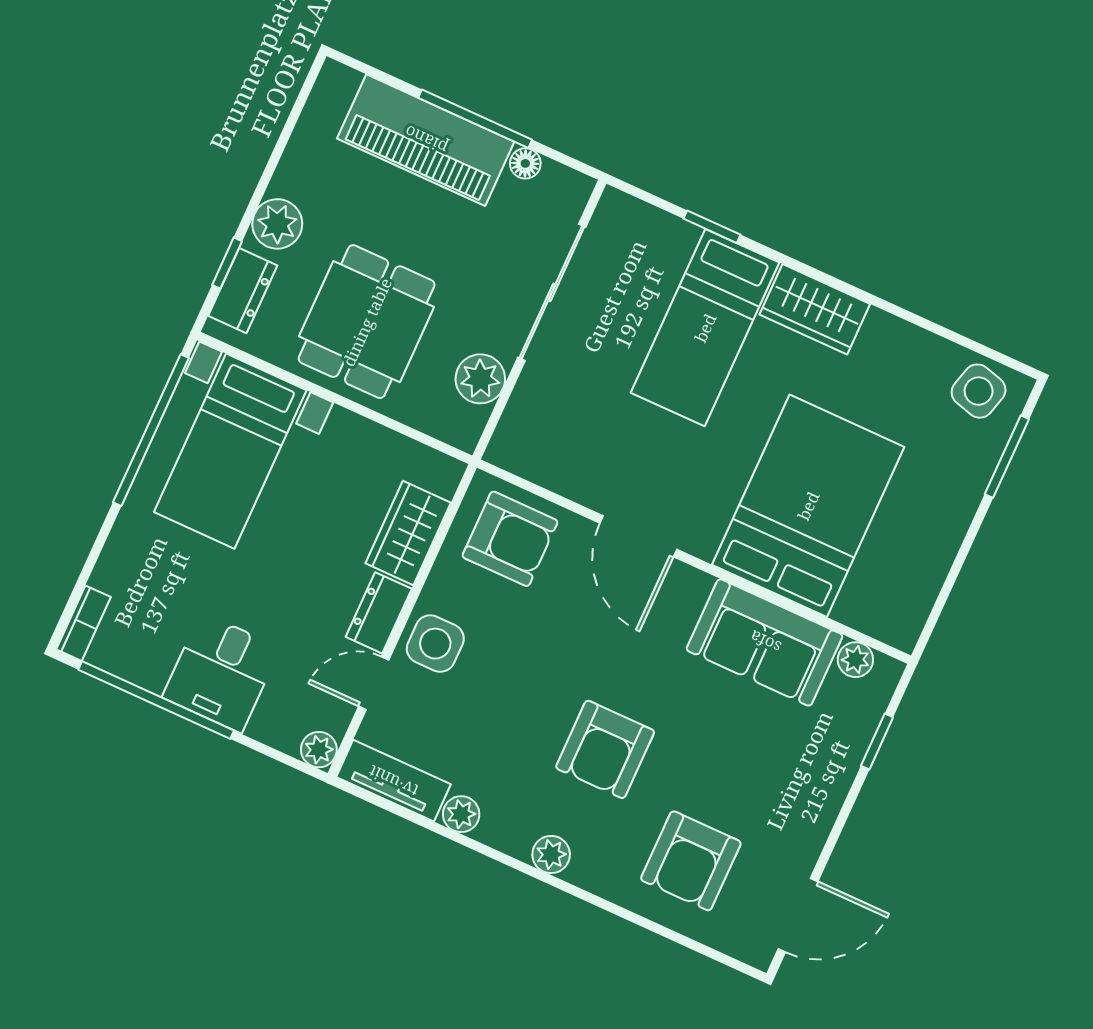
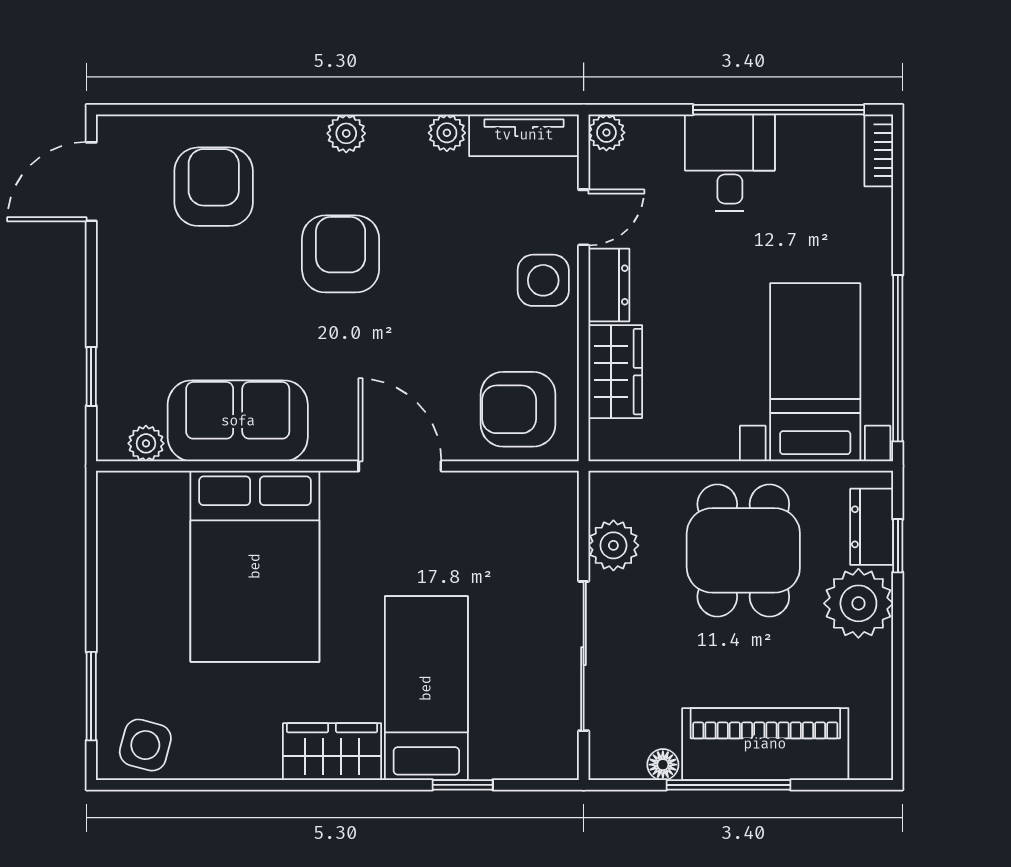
plant: (277, 224) -> (858, 603), width x1.36, depth x1.36

